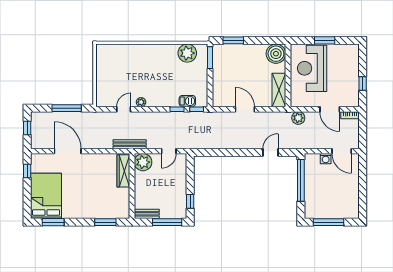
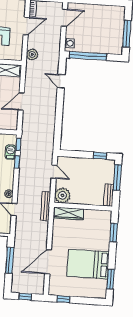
washing machine: (326, 159) -> (69, 43), moved
bed: (46, 196) -> (88, 264), moved

